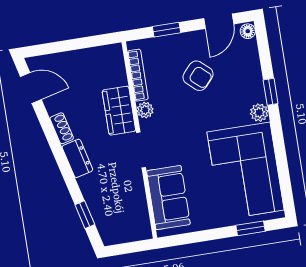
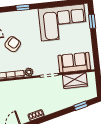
wardrobe: (119, 111) -> (75, 81), moved
plant: (259, 113) -> (33, 14), removed
dresser: (77, 158) -> (52, 108), removed

